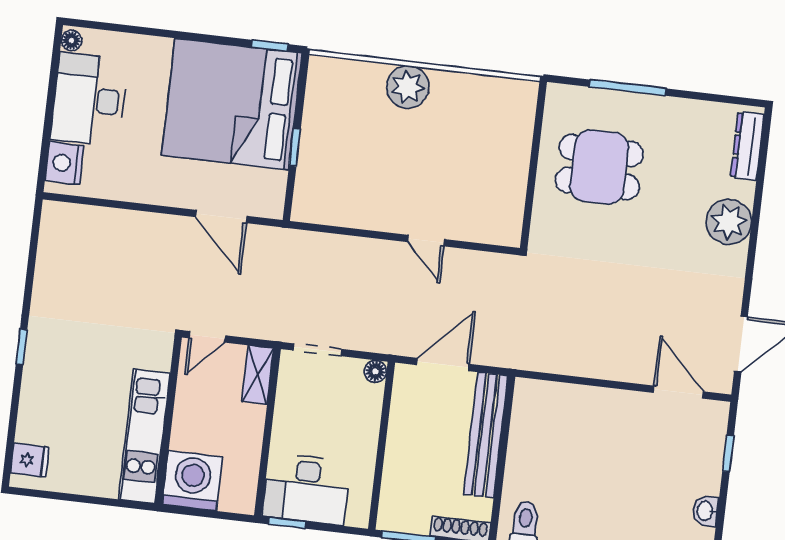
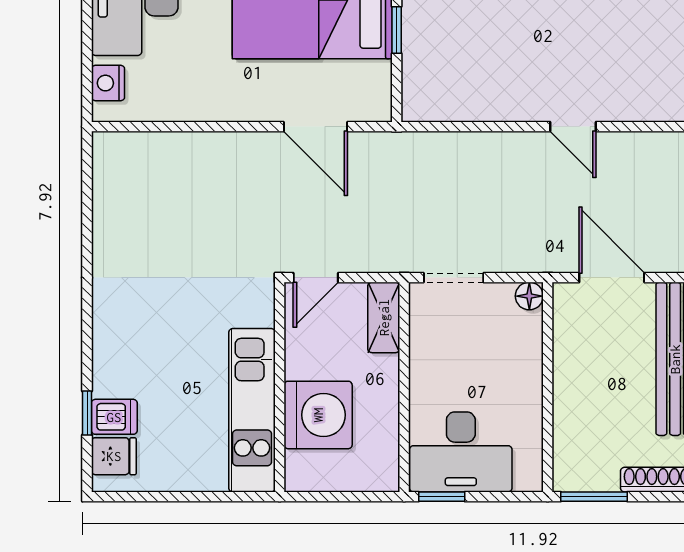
nightstand: (64, 163) -> (108, 83), width x0.74, depth x0.75
window: (22, 347) -> (87, 413), moved
door: (443, 364) -> (612, 278), hinge flipped
dishwasher: (34, 429) -> (114, 417), added
washing machine: (192, 481) -> (318, 415), moved, turned 90

